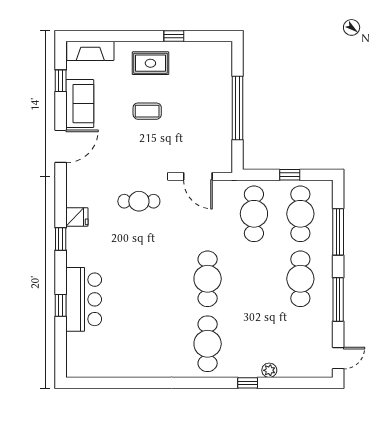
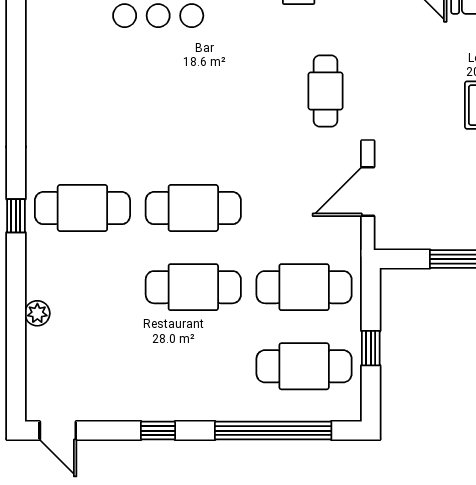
window: (338, 232) -> (273, 431), width x1.46
cafe table: (300, 279) -> (193, 287), moved
window: (338, 299) -> (158, 431), width x0.46
window: (248, 383) -> (16, 216), moved

